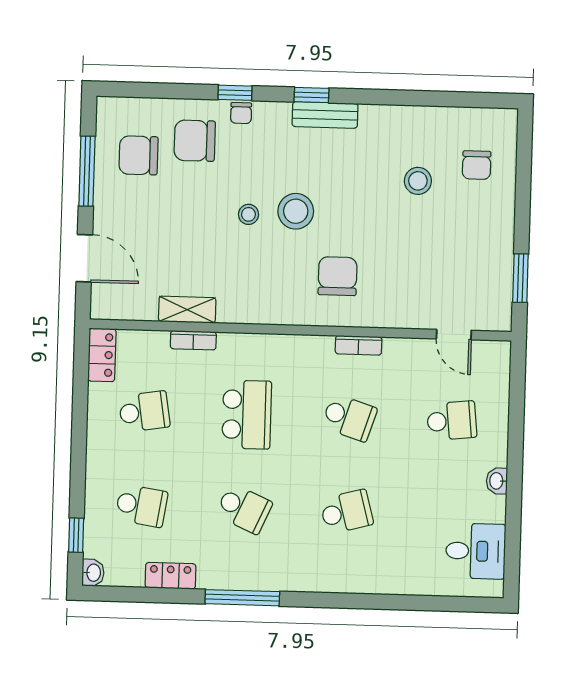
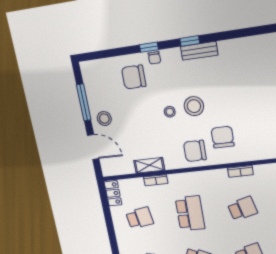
chair: (138, 155) -> (195, 151), moved
stool: (418, 181) -> (104, 119), moved
school desk: (349, 418) -> (242, 209), turned -33

